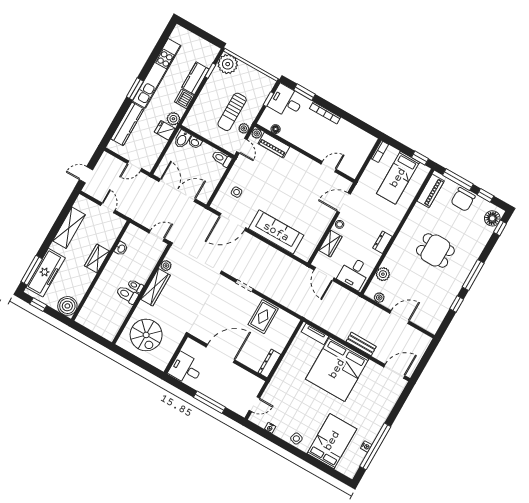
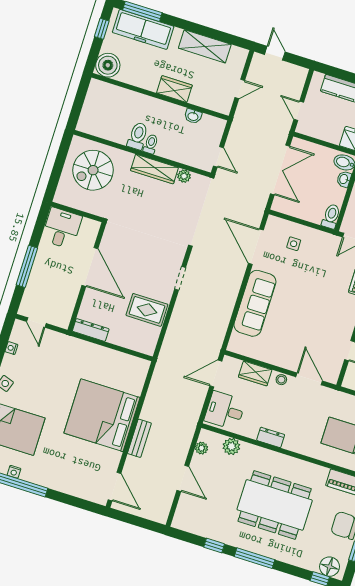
dining table: (435, 250) -> (275, 505), width x1.88, depth x1.24
tv unit: (315, 334) -> (139, 378), removed

